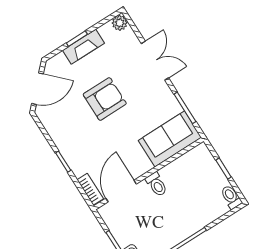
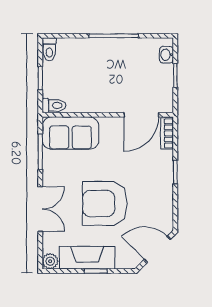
fireplace: (83, 47) -> (87, 258), width x1.37, depth x1.32
double door: (155, 61) -> (40, 209), swing flipped
armchair: (105, 99) -> (105, 203), width x1.36, depth x1.36
toilet: (156, 184) -> (54, 105), moved, turned 90

